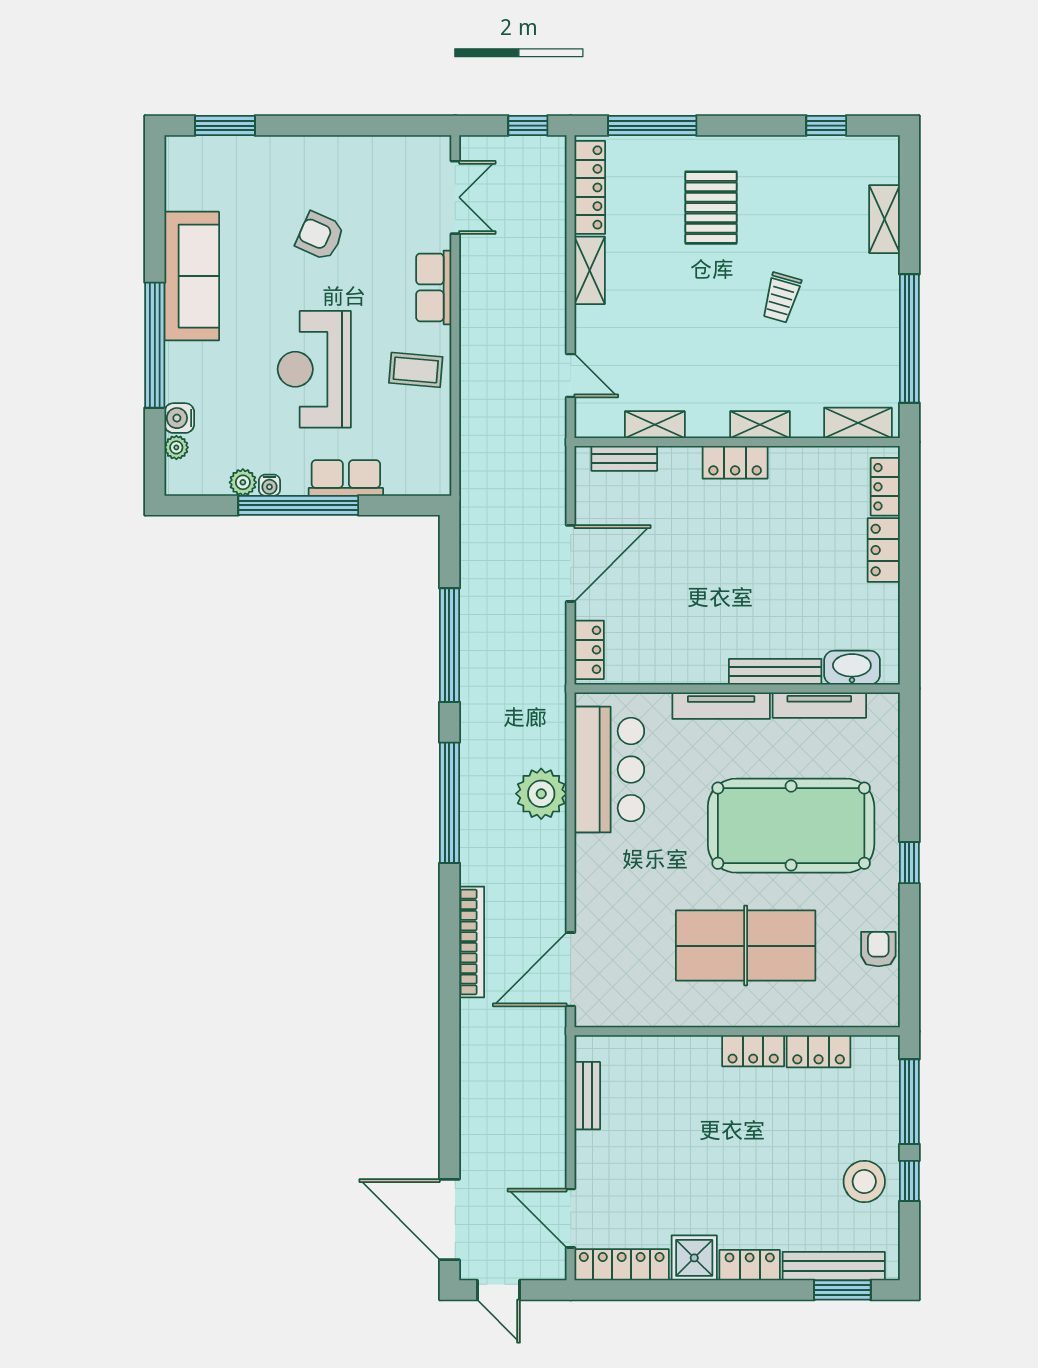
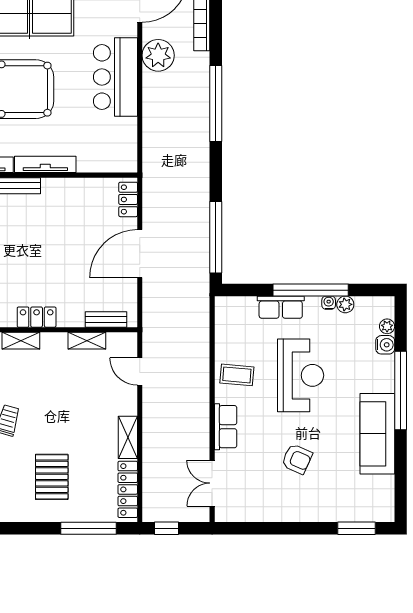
window: (449, 645) -> (216, 237), moved
bar counter: (609, 770) -> (115, 77), moved
plant: (541, 794) -> (158, 55), moved

